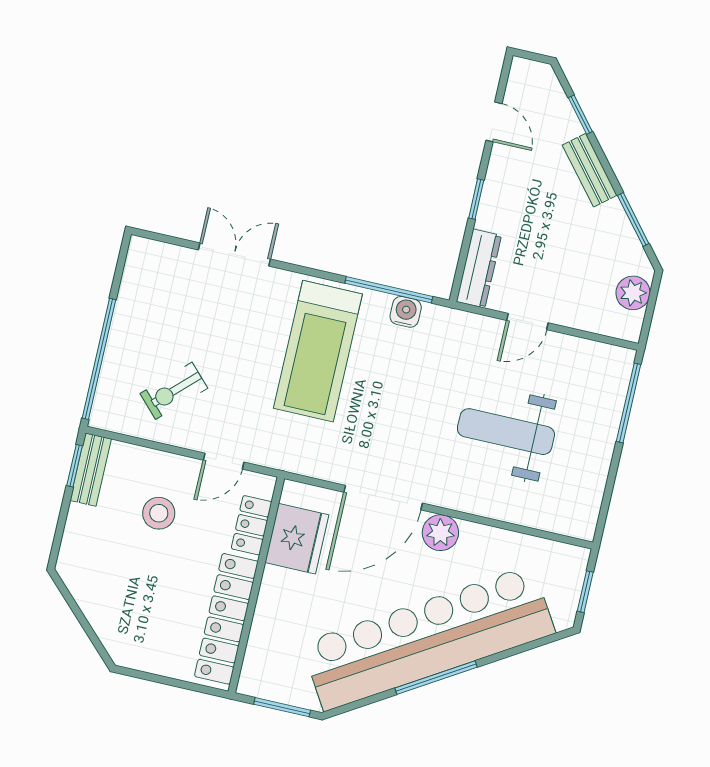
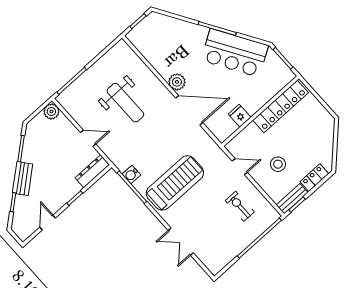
plant: (633, 293) -> (51, 111), moved
exercise bike: (174, 391) -> (240, 206), turned -136
locker: (252, 525) -> (314, 178), moved, turned 180
fridge: (297, 539) -> (240, 116), width x0.53, depth x0.75
bar counter: (428, 638) -> (235, 53), width x0.54

